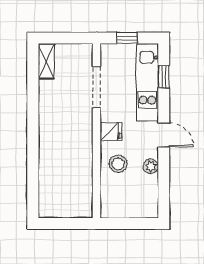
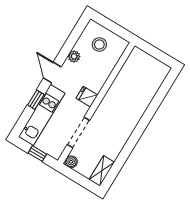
boiler: (85, 51) -> (71, 162), added
window: (164, 77) -> (36, 100), moved
stool: (118, 164) -> (99, 44), moved

